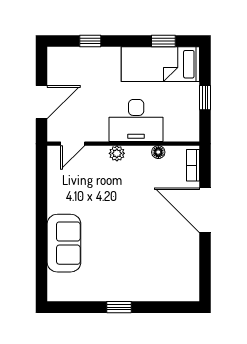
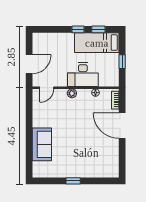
window: (90, 41) -> (78, 29), moved

